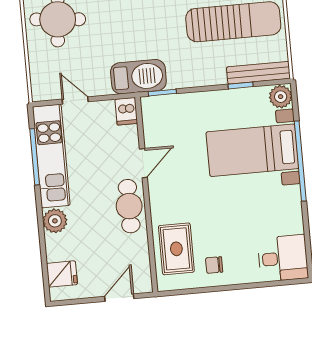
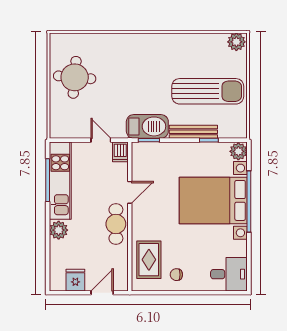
bench: (258, 73) -> (193, 132), moved
barbecue: (138, 77) -> (147, 126), moved
door: (75, 100) -> (101, 140), moved
bed with nightstands: (252, 150) -> (213, 200), width x1.36
fridge: (62, 274) -> (75, 280), moved, turned -90

